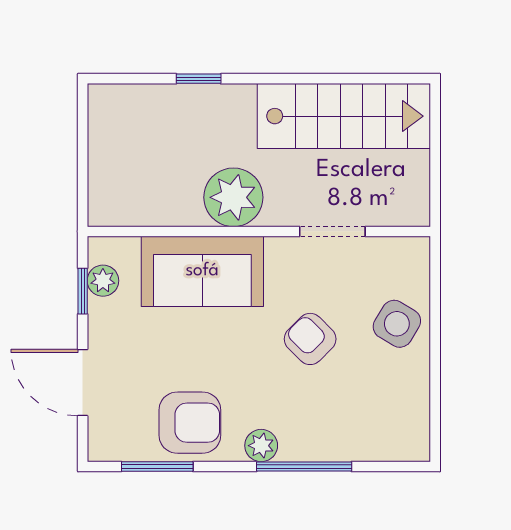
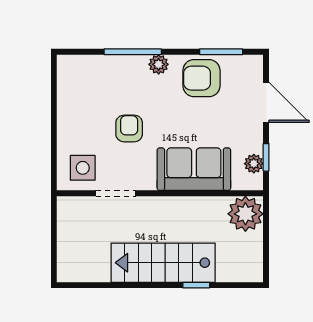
stairs: (344, 116) -> (163, 263), moved
plant: (233, 197) -> (245, 214), moved
side table: (397, 324) -> (83, 168), moved, turned -31
armchair: (310, 339) -> (129, 128), turned -135

